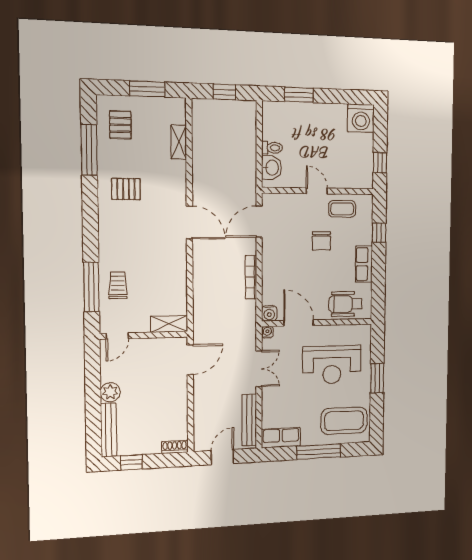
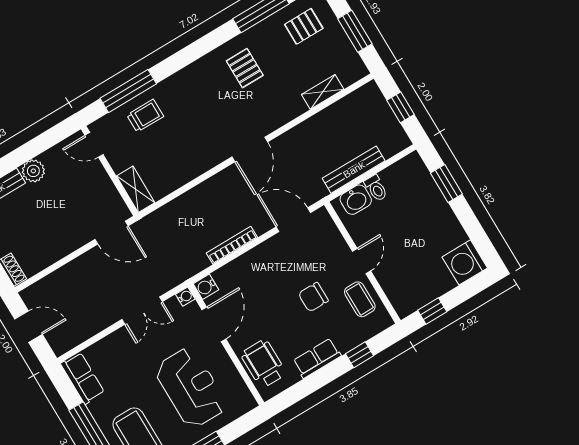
reception desk: (332, 365) -> (191, 388), turned 180
bench: (249, 420) -> (354, 170), moved

